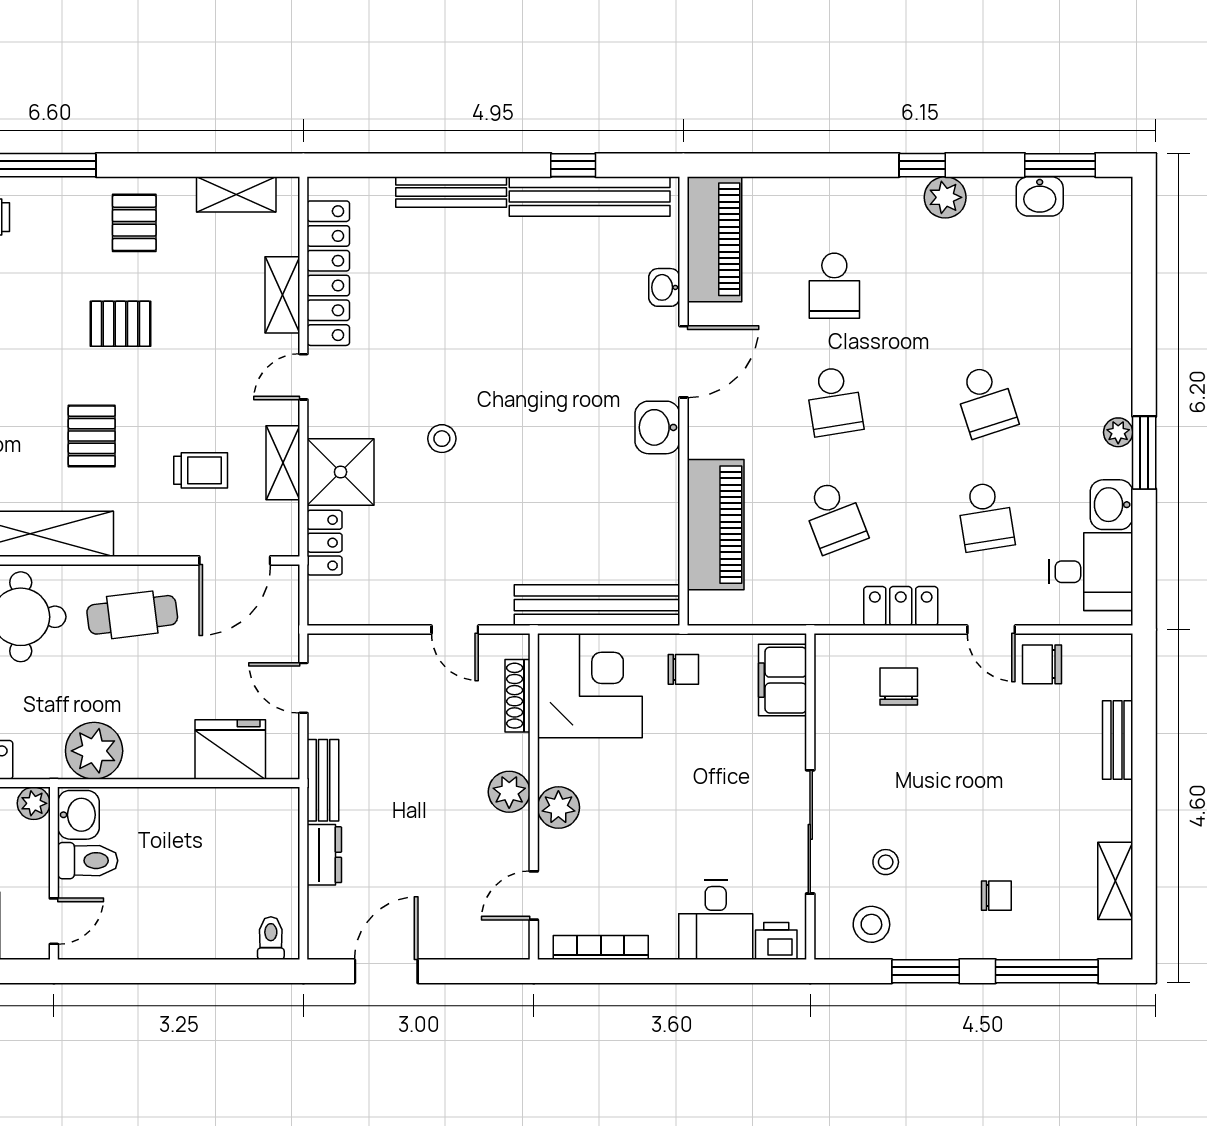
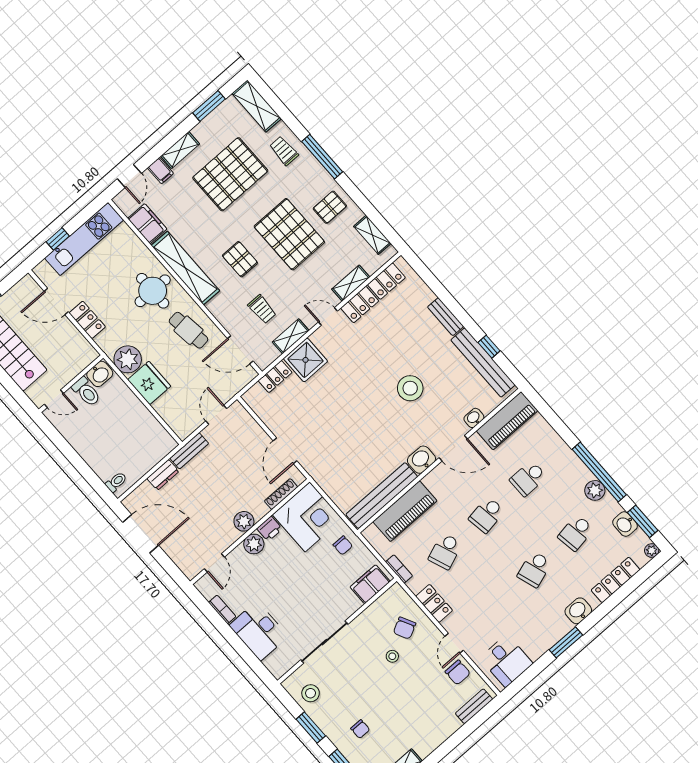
window: (922, 165) -> (599, 472), width x3.17
bench: (451, 192) -> (446, 317), width x0.73
locker: (1114, 288) -> (616, 580), added
pallet: (121, 324) -> (289, 234), width x2.05, depth x2.00
plant: (1118, 432) -> (652, 551), moved
pallet: (92, 436) -> (240, 259), turned 90
stool: (442, 439) -> (410, 388), moved, width x1.89, depth x1.89
washbasin: (1111, 505) -> (578, 611), moved
school desk: (986, 517) -> (576, 533), moved
bench: (597, 605) -> (382, 496), moved, turned 90
bookcase: (798, 614) -> (399, 569), added
door: (455, 630) -> (285, 451), width x1.38
chair: (1042, 664) -> (458, 672), turned 180
chair: (899, 687) -> (405, 628), turned 153
bench: (1118, 740) -> (474, 706), moved
fridge: (230, 749) -> (149, 383), moved
plant: (34, 803) -> (90, 354), removed
stool: (886, 862) -> (392, 656), moved
door: (534, 895) -> (214, 563), swing flipped
desk: (716, 920) -> (259, 631), width x1.37
printer: (776, 941) -> (270, 529), moved, turned 90
bookcase: (601, 948) -> (222, 610), width x0.64
door: (386, 971) -> (141, 534), width x1.36

